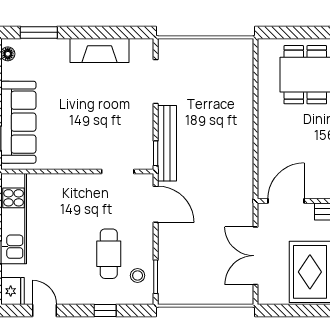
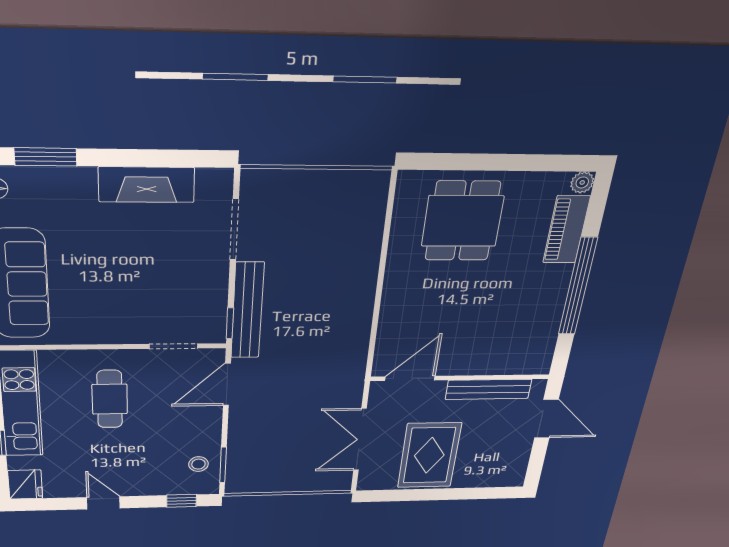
door: (156, 204) -> (227, 385), swing flipped
cafe table: (109, 254) -> (110, 399), moved
door: (45, 311) -> (103, 503), moved
window: (105, 311) -> (182, 501), moved

